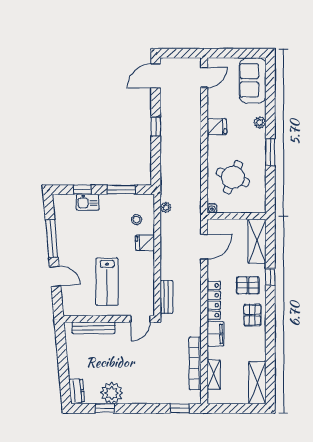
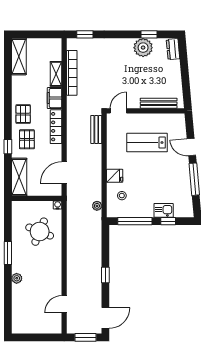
window: (179, 53) -> (86, 337), added
door: (204, 77) -> (64, 304), moved
sofa: (253, 80) -> (23, 314), removed
fridge: (217, 127) -> (53, 275), removed
window: (121, 190) -> (135, 221), width x1.44
lab bench: (107, 282) -> (147, 143), turned -90
pallet: (248, 285) -> (27, 139), turned 90
shelving: (214, 375) -> (56, 74), moved

